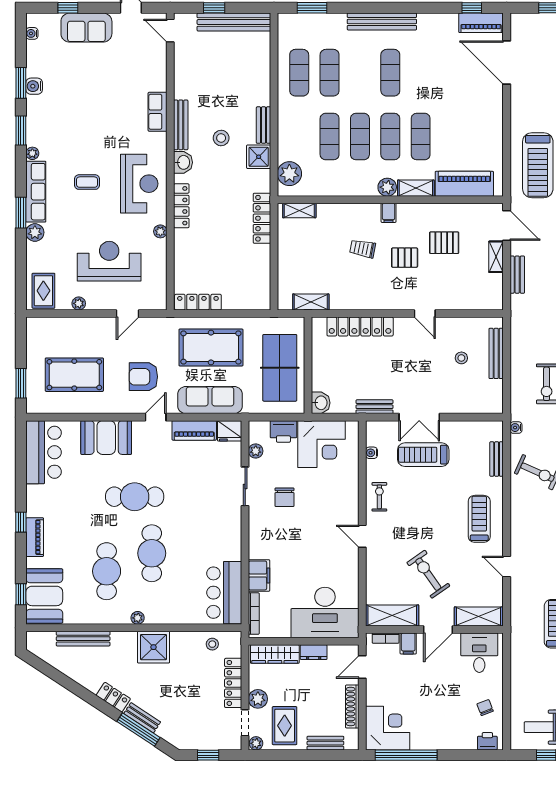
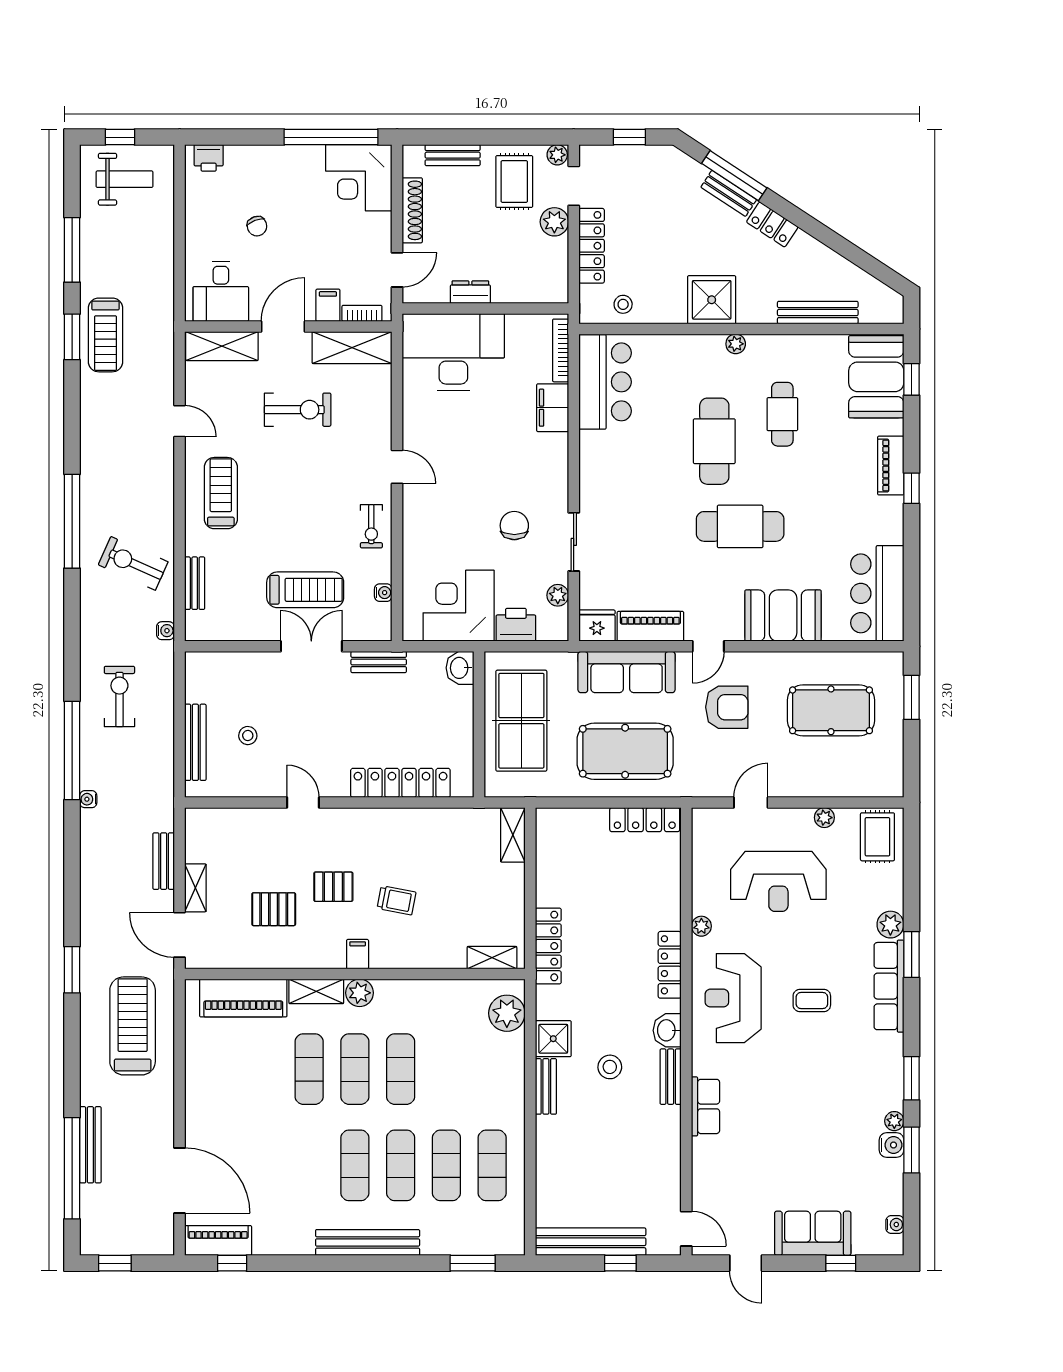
bench: (181, 125) -> (671, 1077), width x0.73
exercise mat: (330, 137) -> (401, 1165), moved
plant: (32, 153) -> (894, 1121), moved
shelving: (311, 302) -> (513, 835), moved, turned 90
treadmill: (479, 519) -> (221, 493), turned 180
cafe table: (107, 571) -> (782, 414), width x0.73, depth x0.74
exercise bike: (428, 574) -> (298, 410), turned -55
wardrobe: (275, 654) -> (529, 289), removed
chair: (485, 708) -> (257, 226), moved

